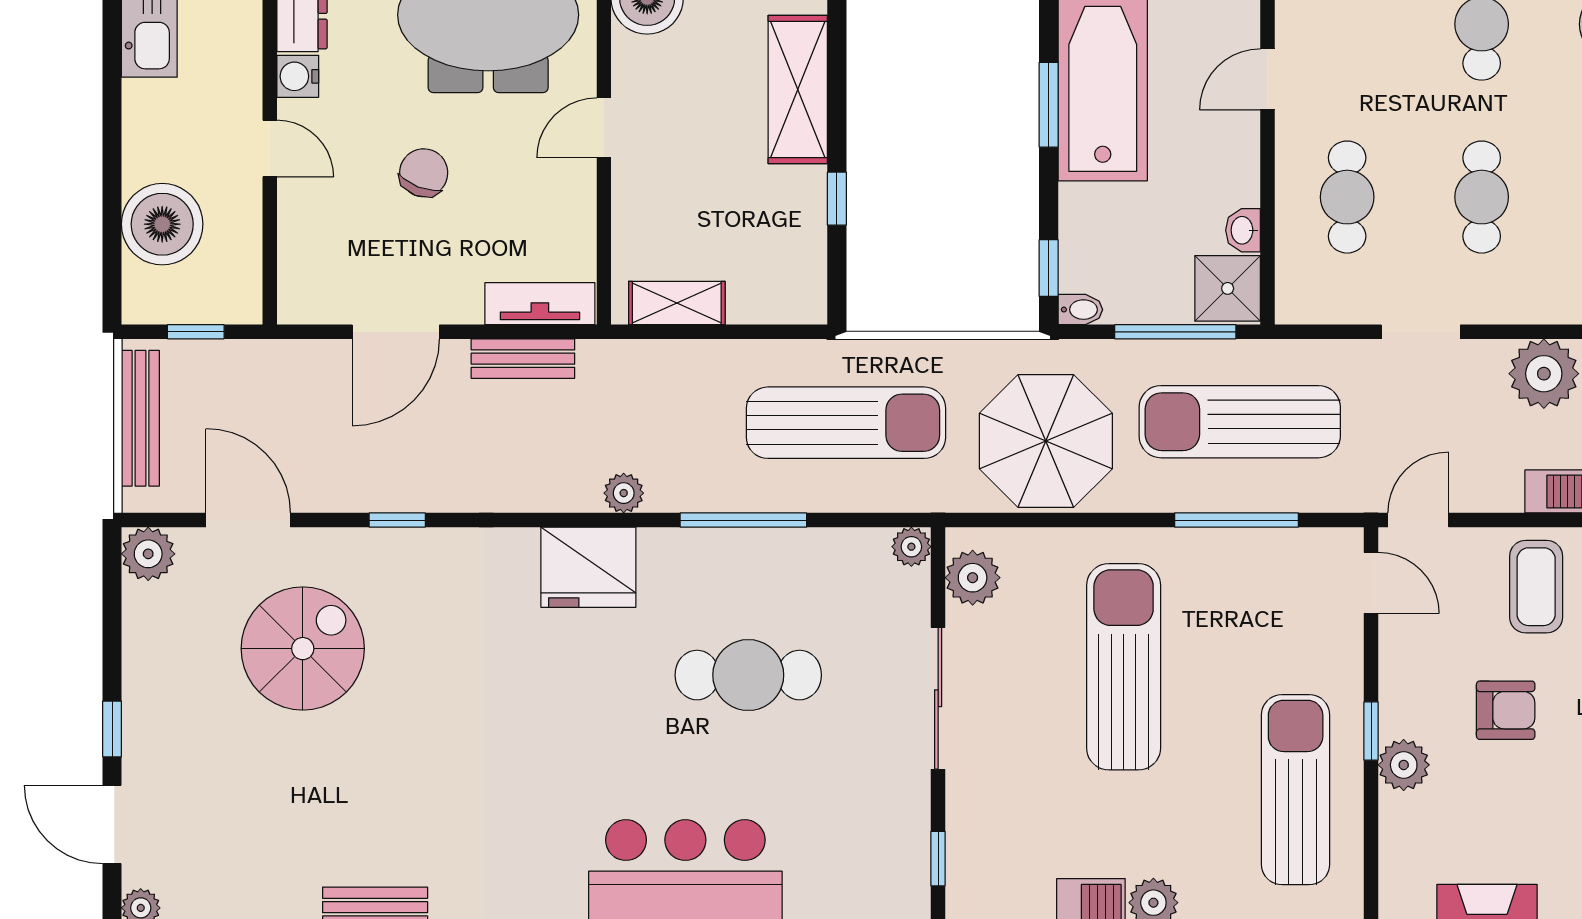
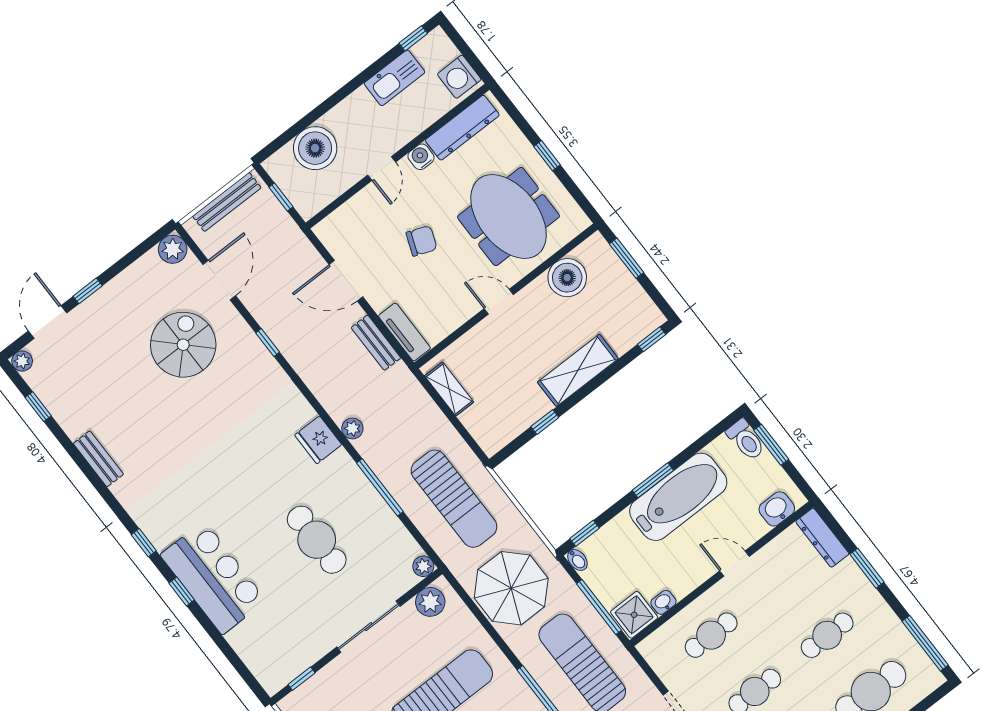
fridge: (588, 567) -> (318, 440), width x0.73, depth x0.75
spiral stairs: (303, 649) -> (183, 345), turned -90

